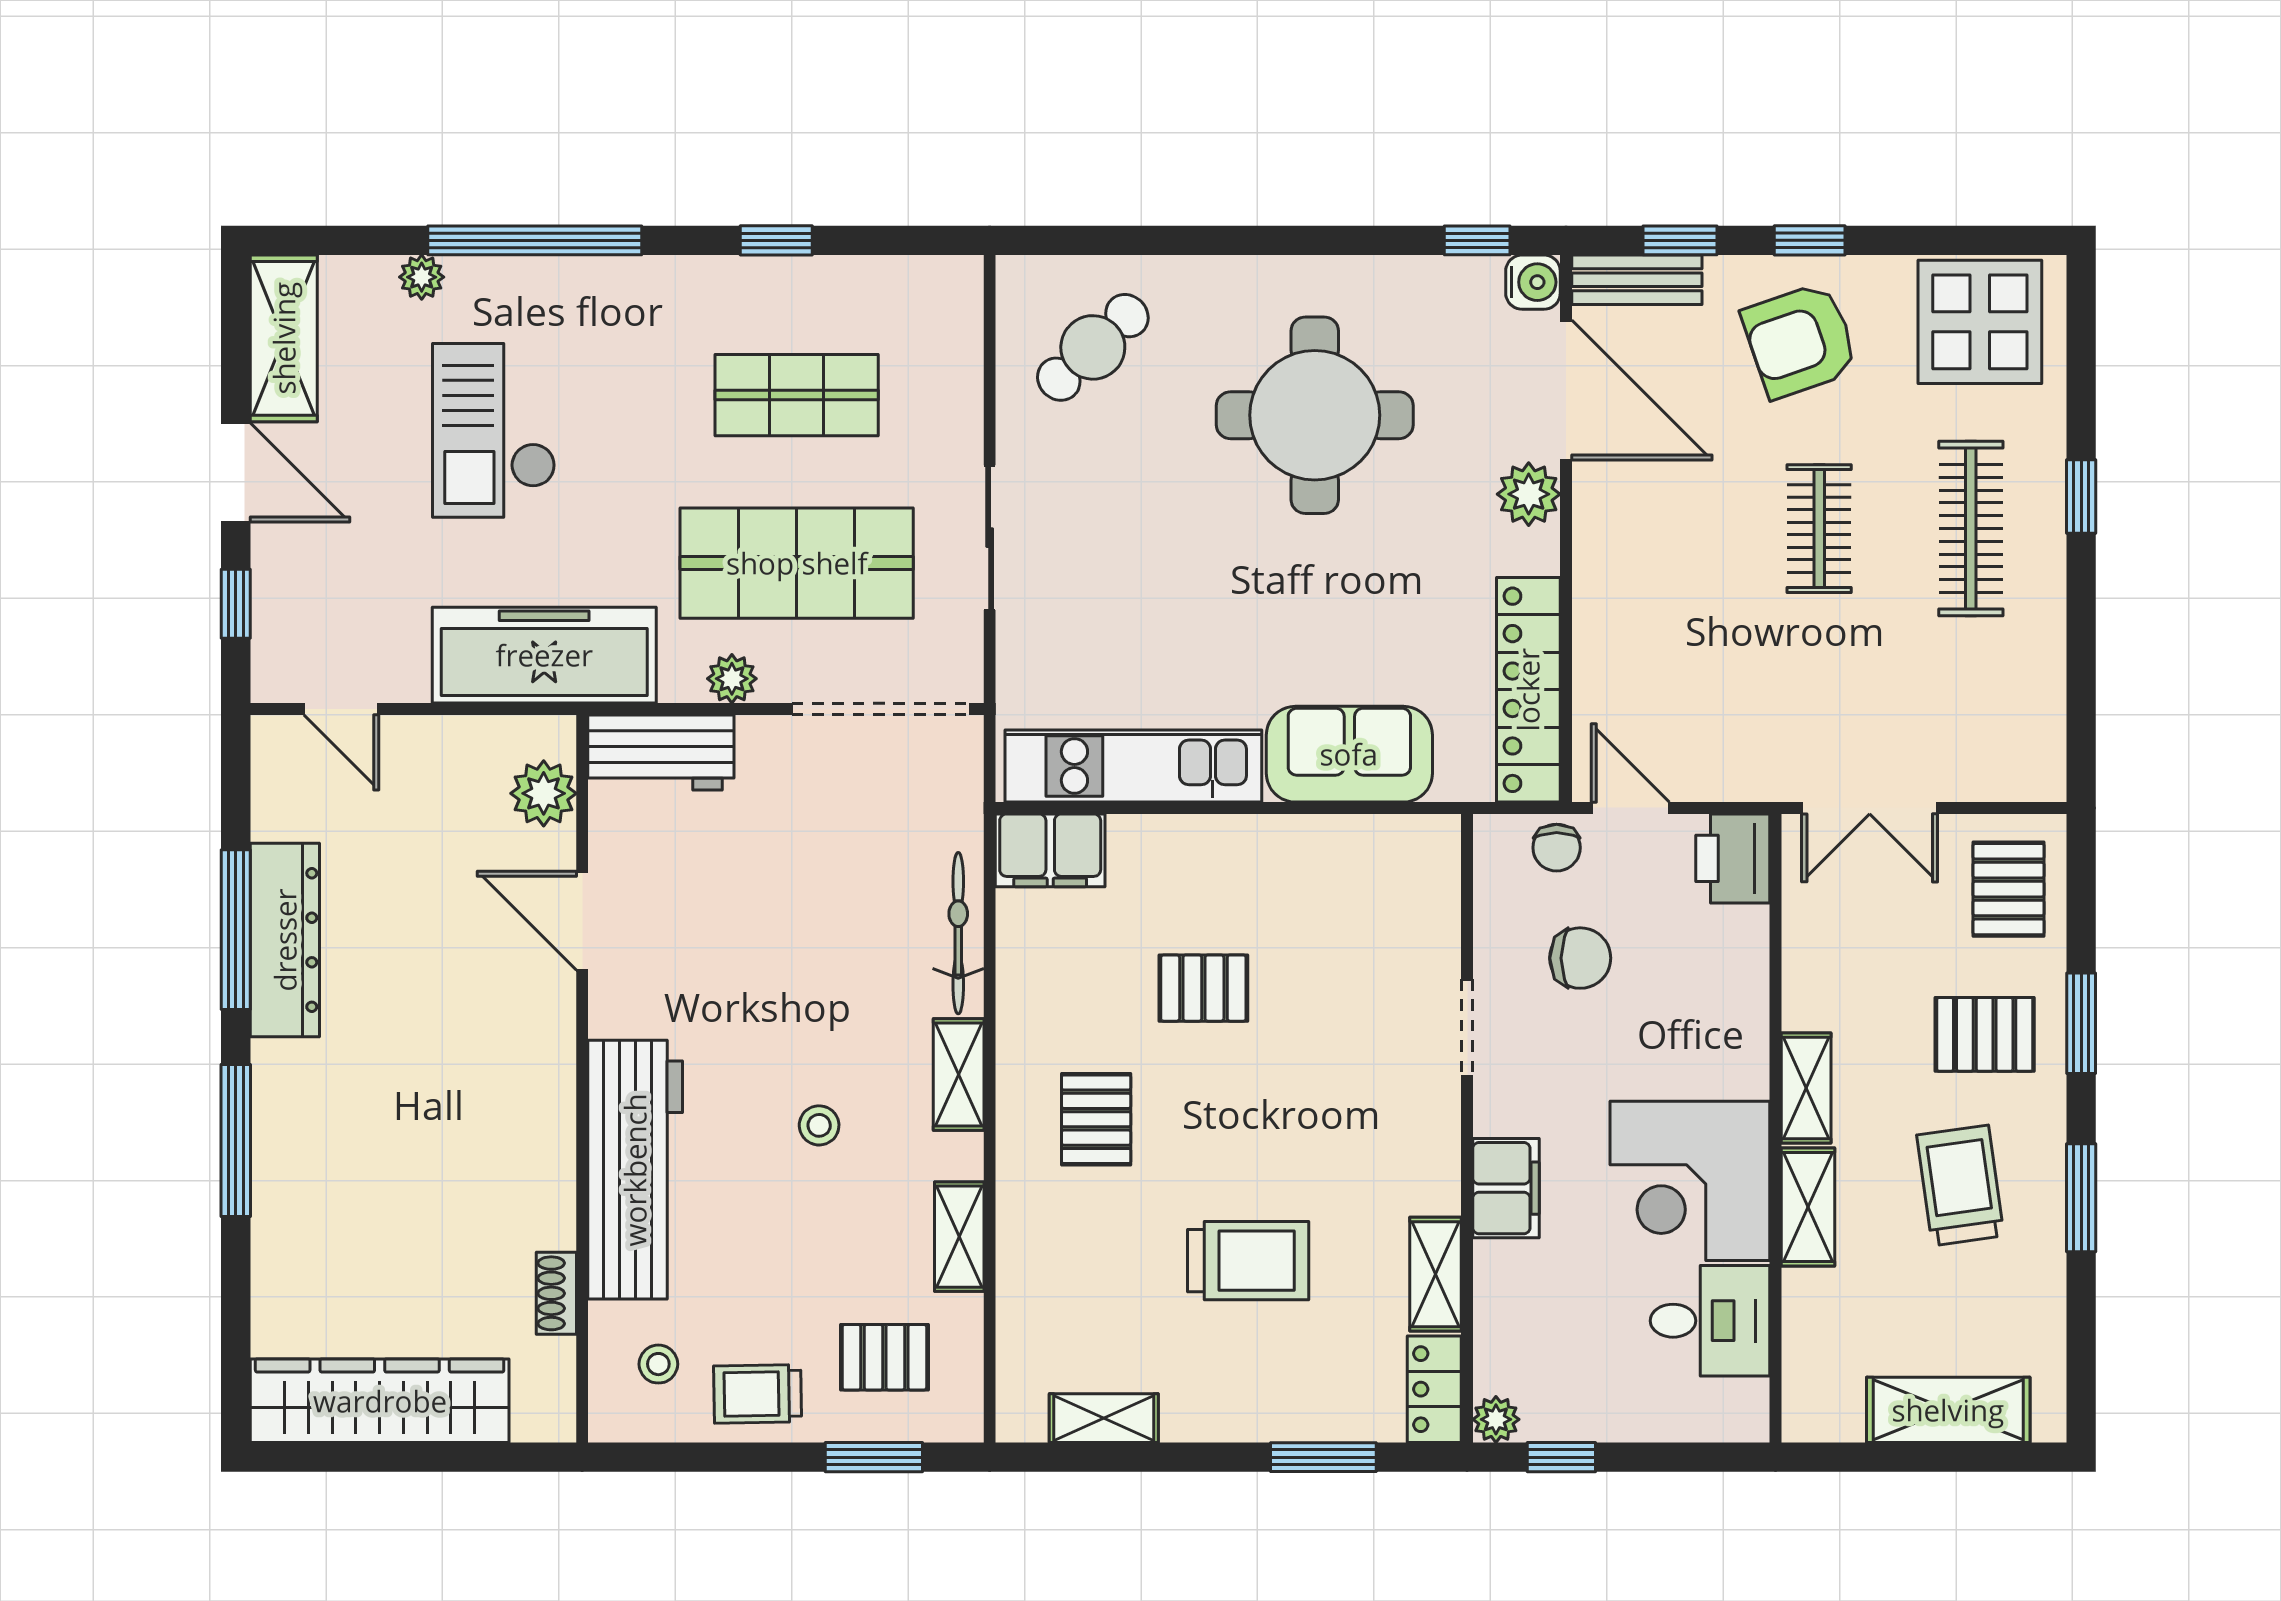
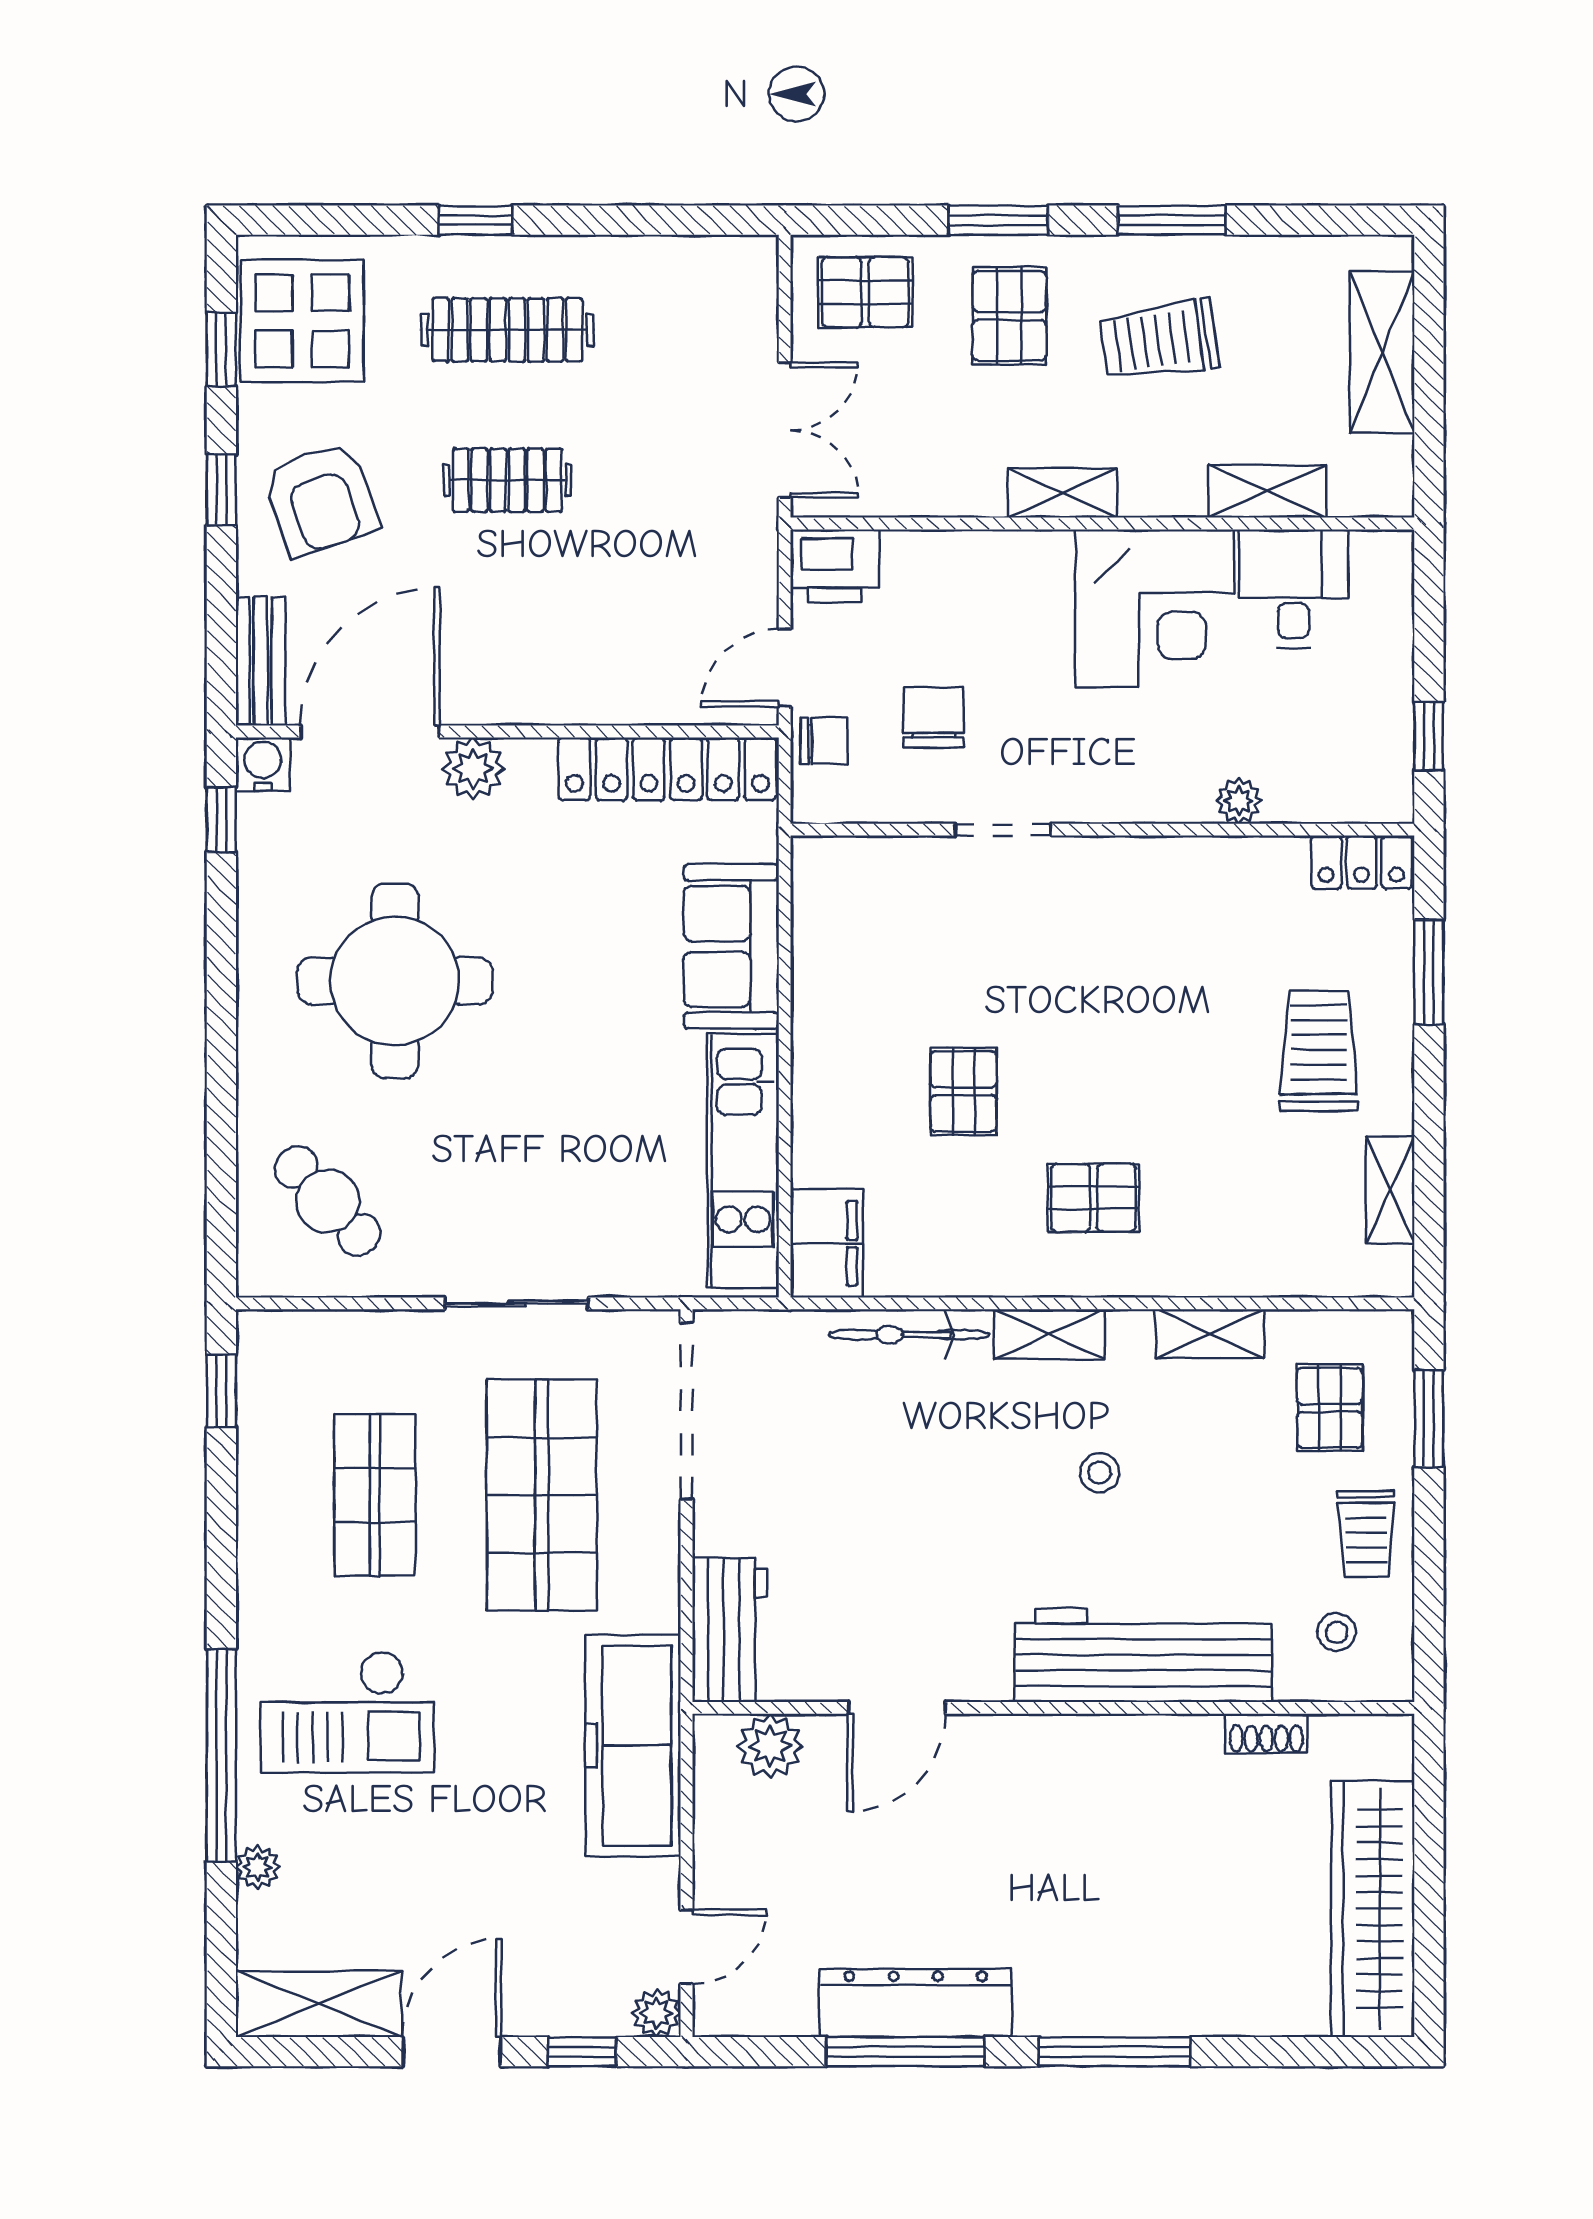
window: (776, 240) -> (221, 1391), moved
window: (1680, 240) -> (221, 349), moved
checkout: (494, 430) -> (347, 1712), moved
plant: (732, 679) -> (656, 2013), moved
filing cabinet: (1506, 1188) -> (1162, 791), removed
shelving: (1808, 1207) -> (1267, 491), moved
trolley: (1248, 1261) -> (1319, 1051), moved
shelving: (1436, 1274) -> (1247, 861), removed
plant: (1496, 1419) -> (1239, 801), moved

